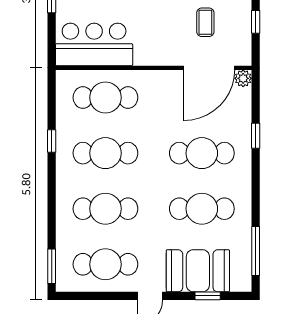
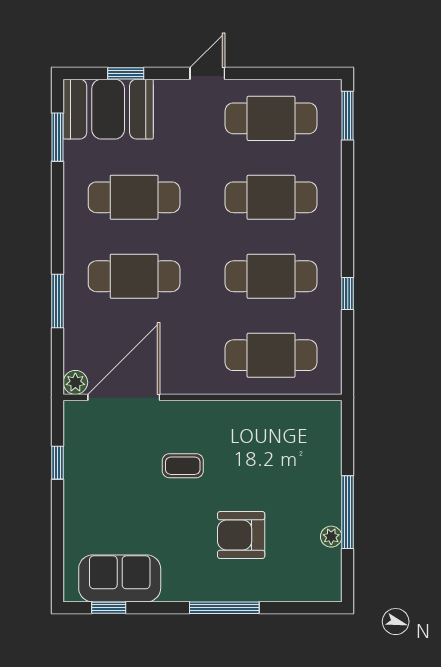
coffee table: (205, 22) -> (183, 466), moved, turned 90
bar counter: (94, 44) -> (287, 431), removed
window: (256, 136) -> (58, 301), width x1.50
window: (256, 251) -> (58, 137), width x0.69
booth: (198, 271) -> (108, 109), moved

